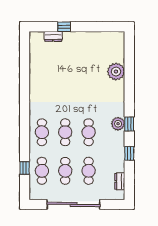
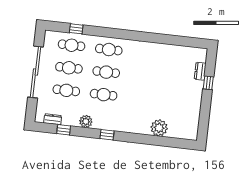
plant: (118, 124) -> (86, 121), moved
window: (129, 153) -> (64, 130), moved

